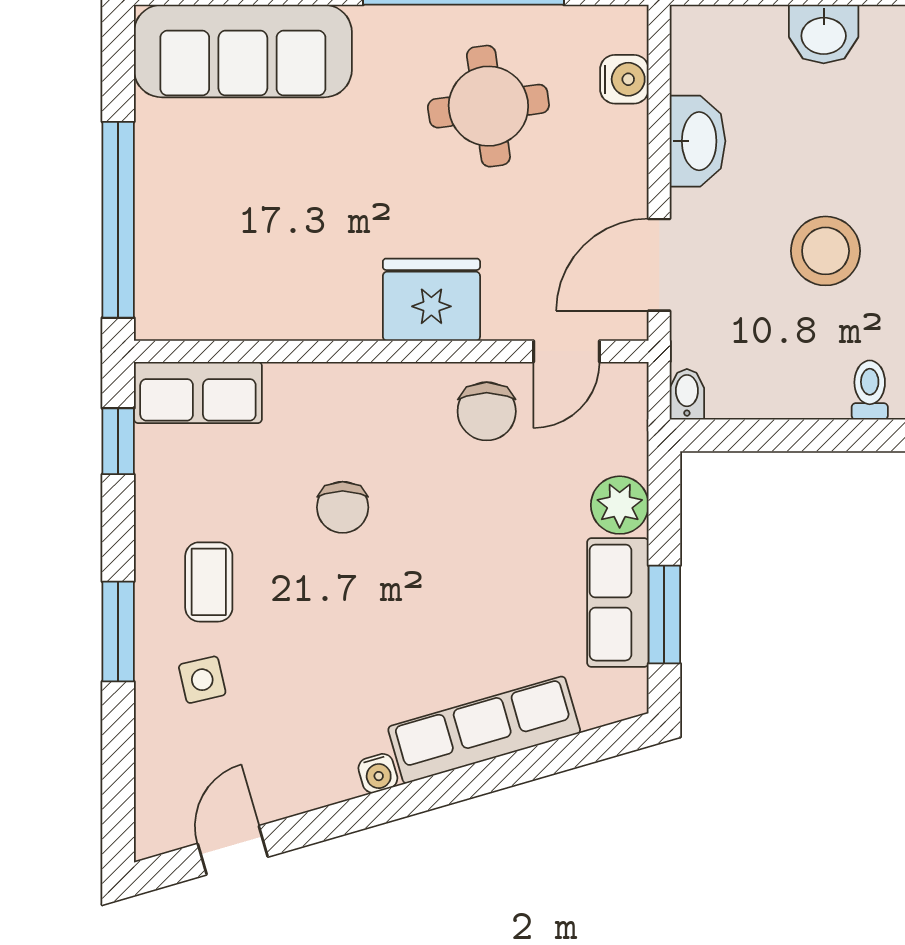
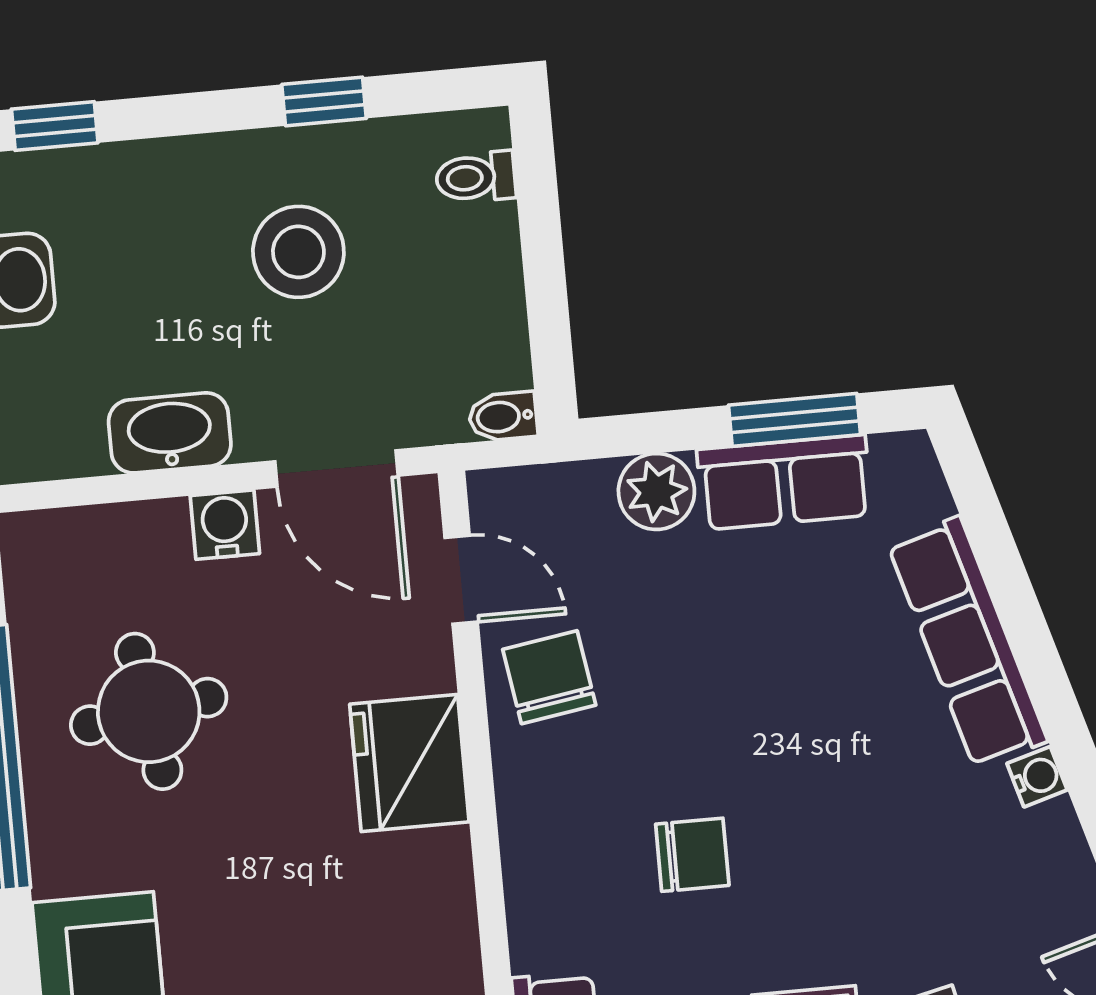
water cooler: (624, 79) -> (225, 525), moved
chair: (487, 411) -> (549, 677), turned -99

